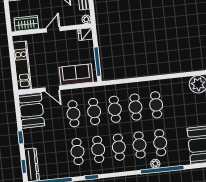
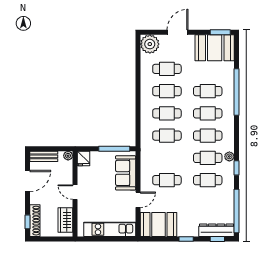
cafe table: (94, 111) -> (167, 69), moved
plant: (155, 164) -> (229, 156), moved

